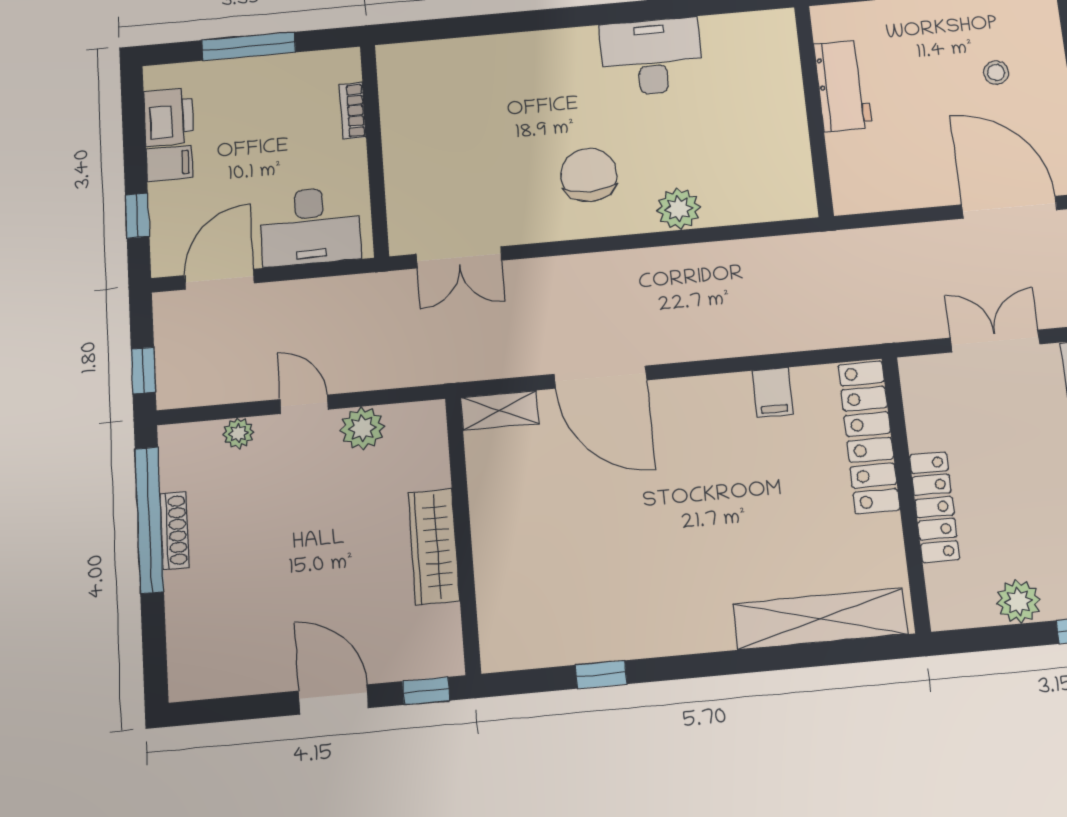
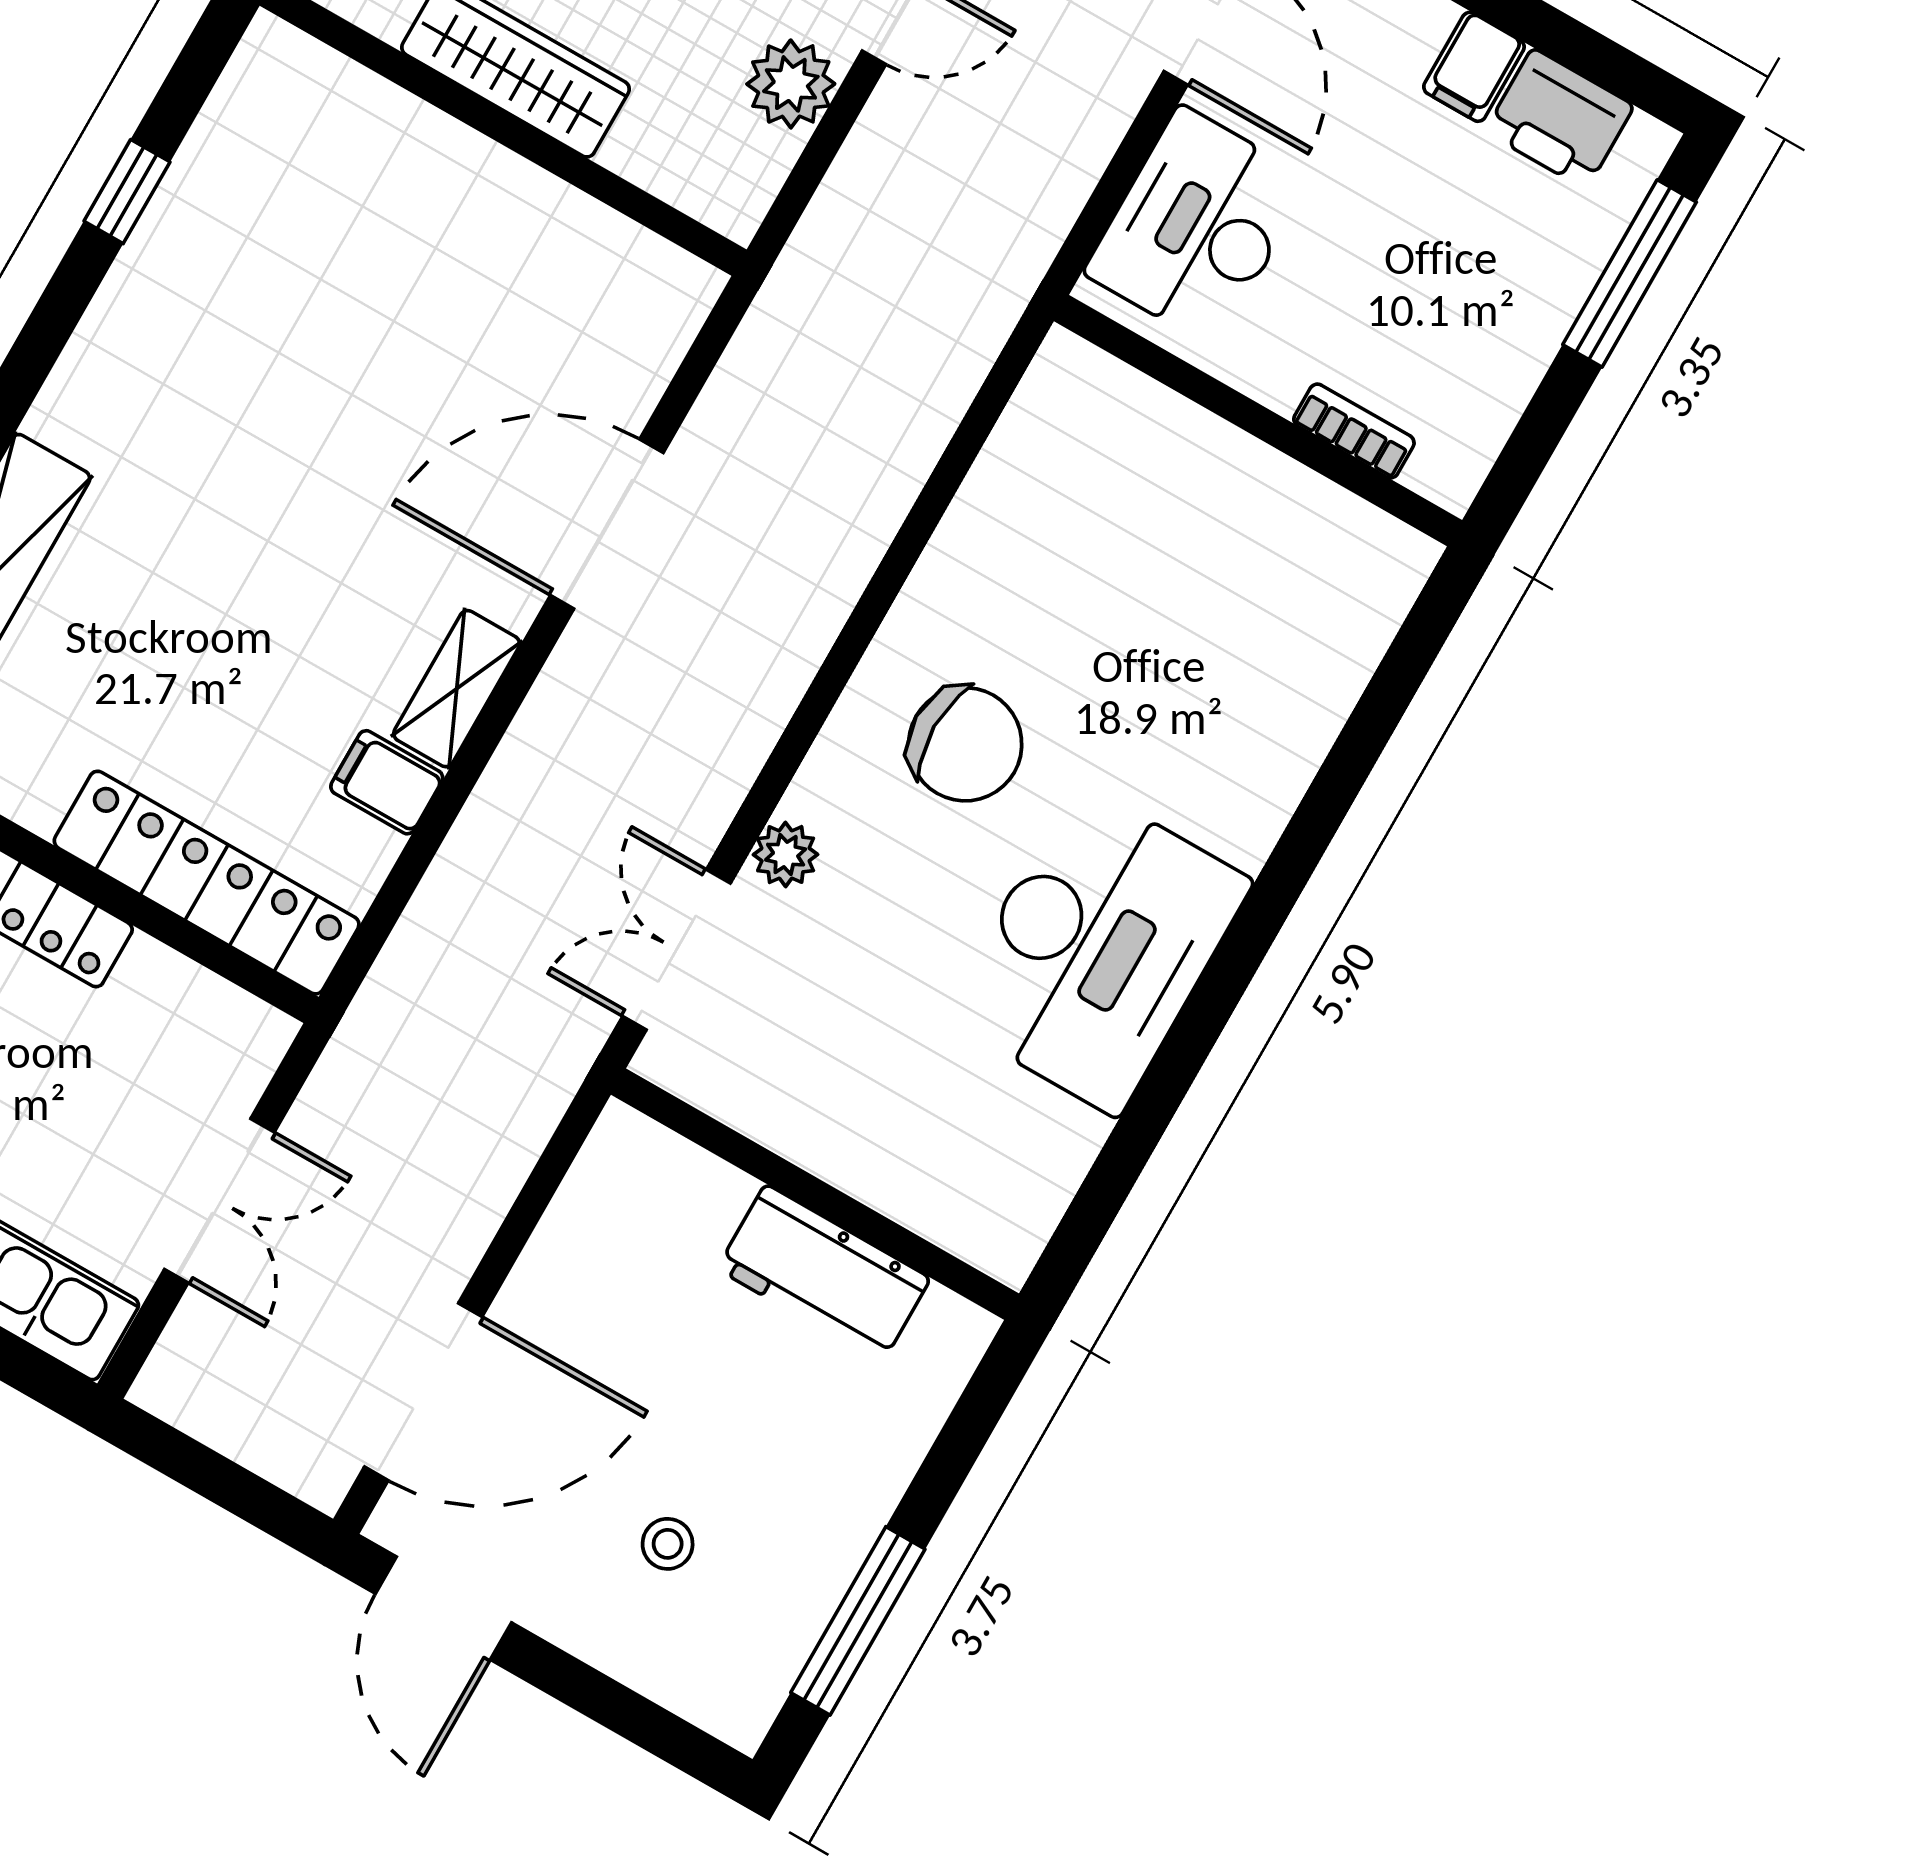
window: (249, 46) -> (1630, 273), moved
desk: (652, 57) -> (1097, 949), width x1.36, depth x1.30
plant: (679, 209) -> (786, 855), width x0.73, depth x0.73
double door: (459, 257) -> (676, 950), moved
shelving: (500, 410) -> (457, 689), moved

